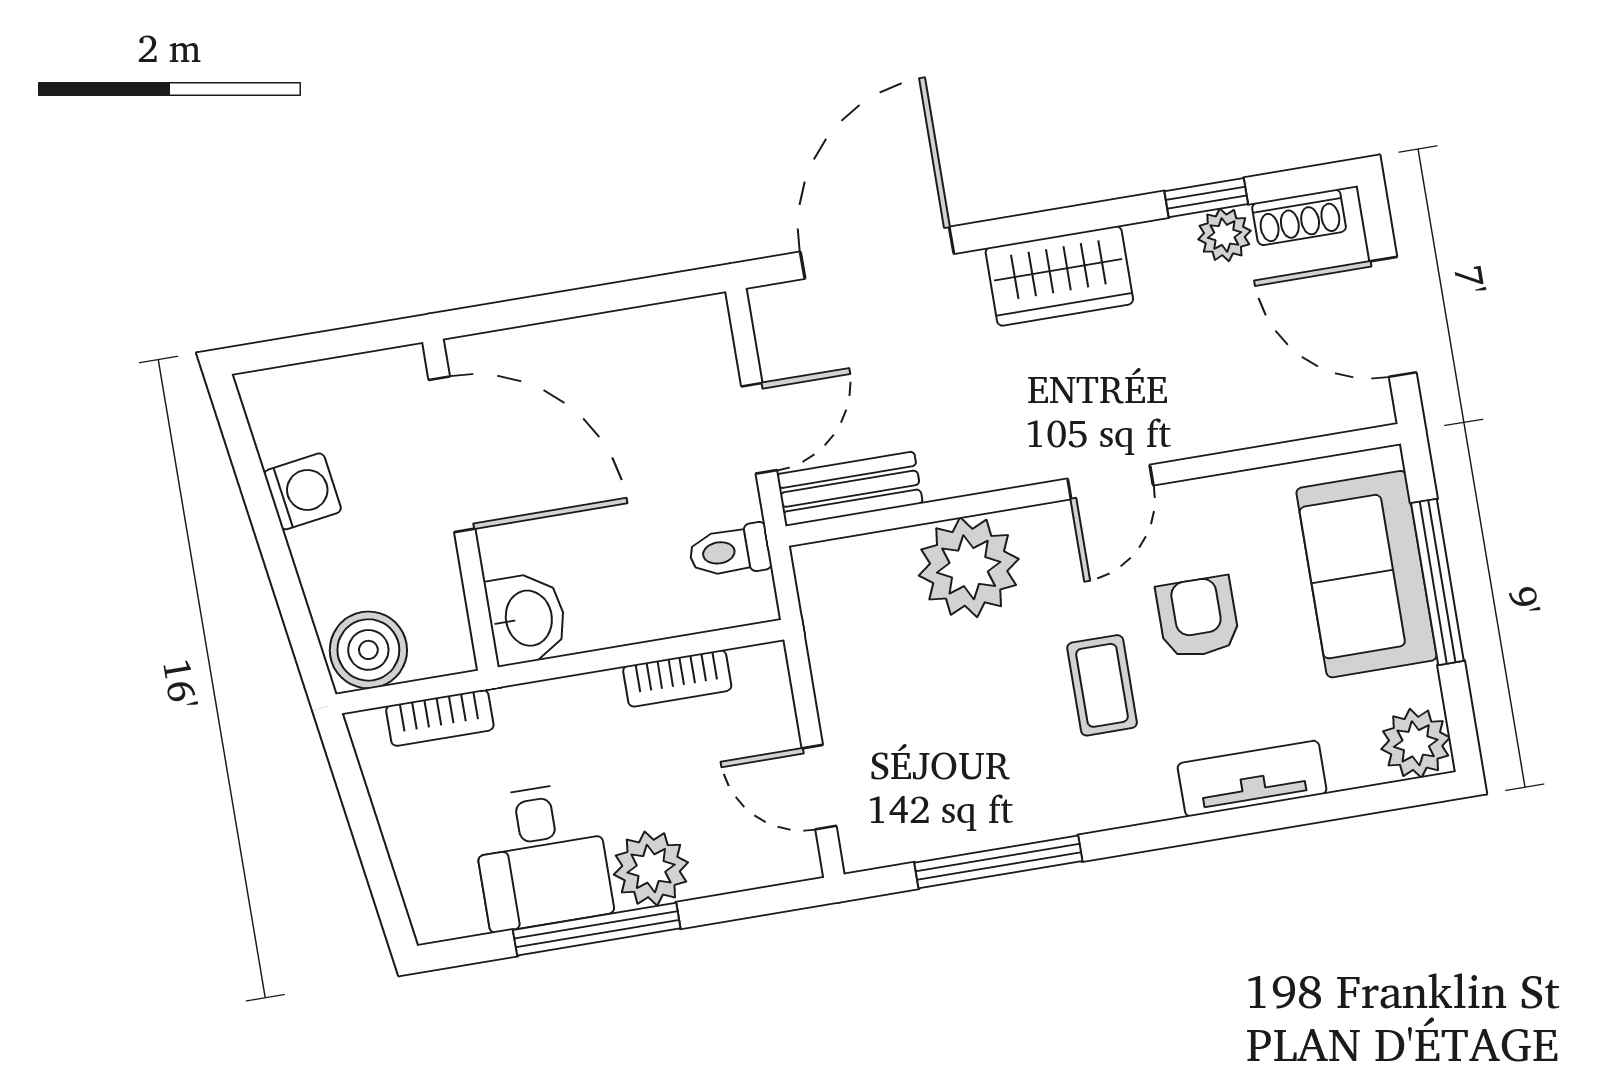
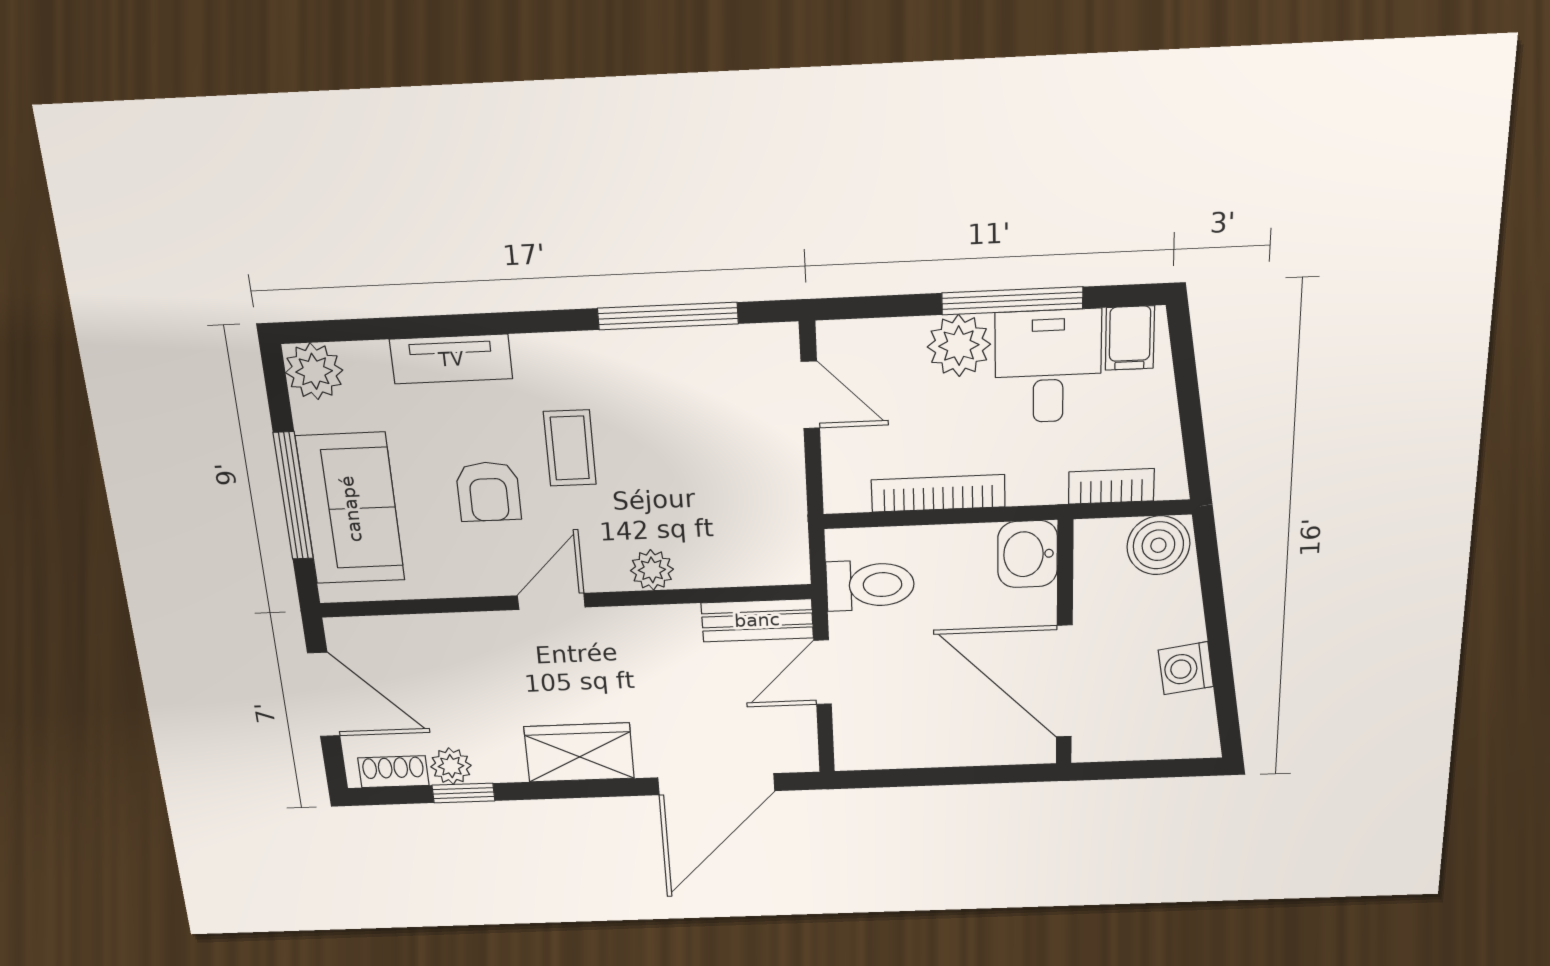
toilet: (730, 551) -> (870, 585), width x1.37, depth x1.39
plant: (969, 567) -> (652, 570), width x0.53, depth x0.53
bookcase: (677, 678) -> (938, 493), width x1.56
filing cabinet: (451, 902) -> (1130, 338), added

